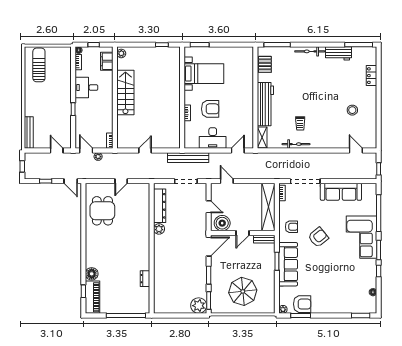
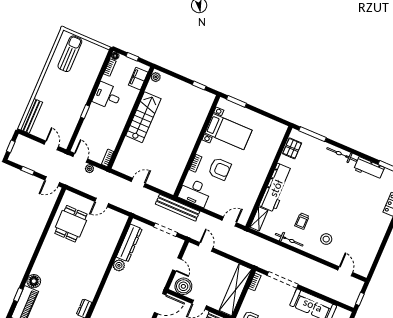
stool: (352, 110) -> (326, 239), moved
desk: (213, 138) -> (195, 192), moved
door: (71, 181) -> (52, 181), hinge flipped

